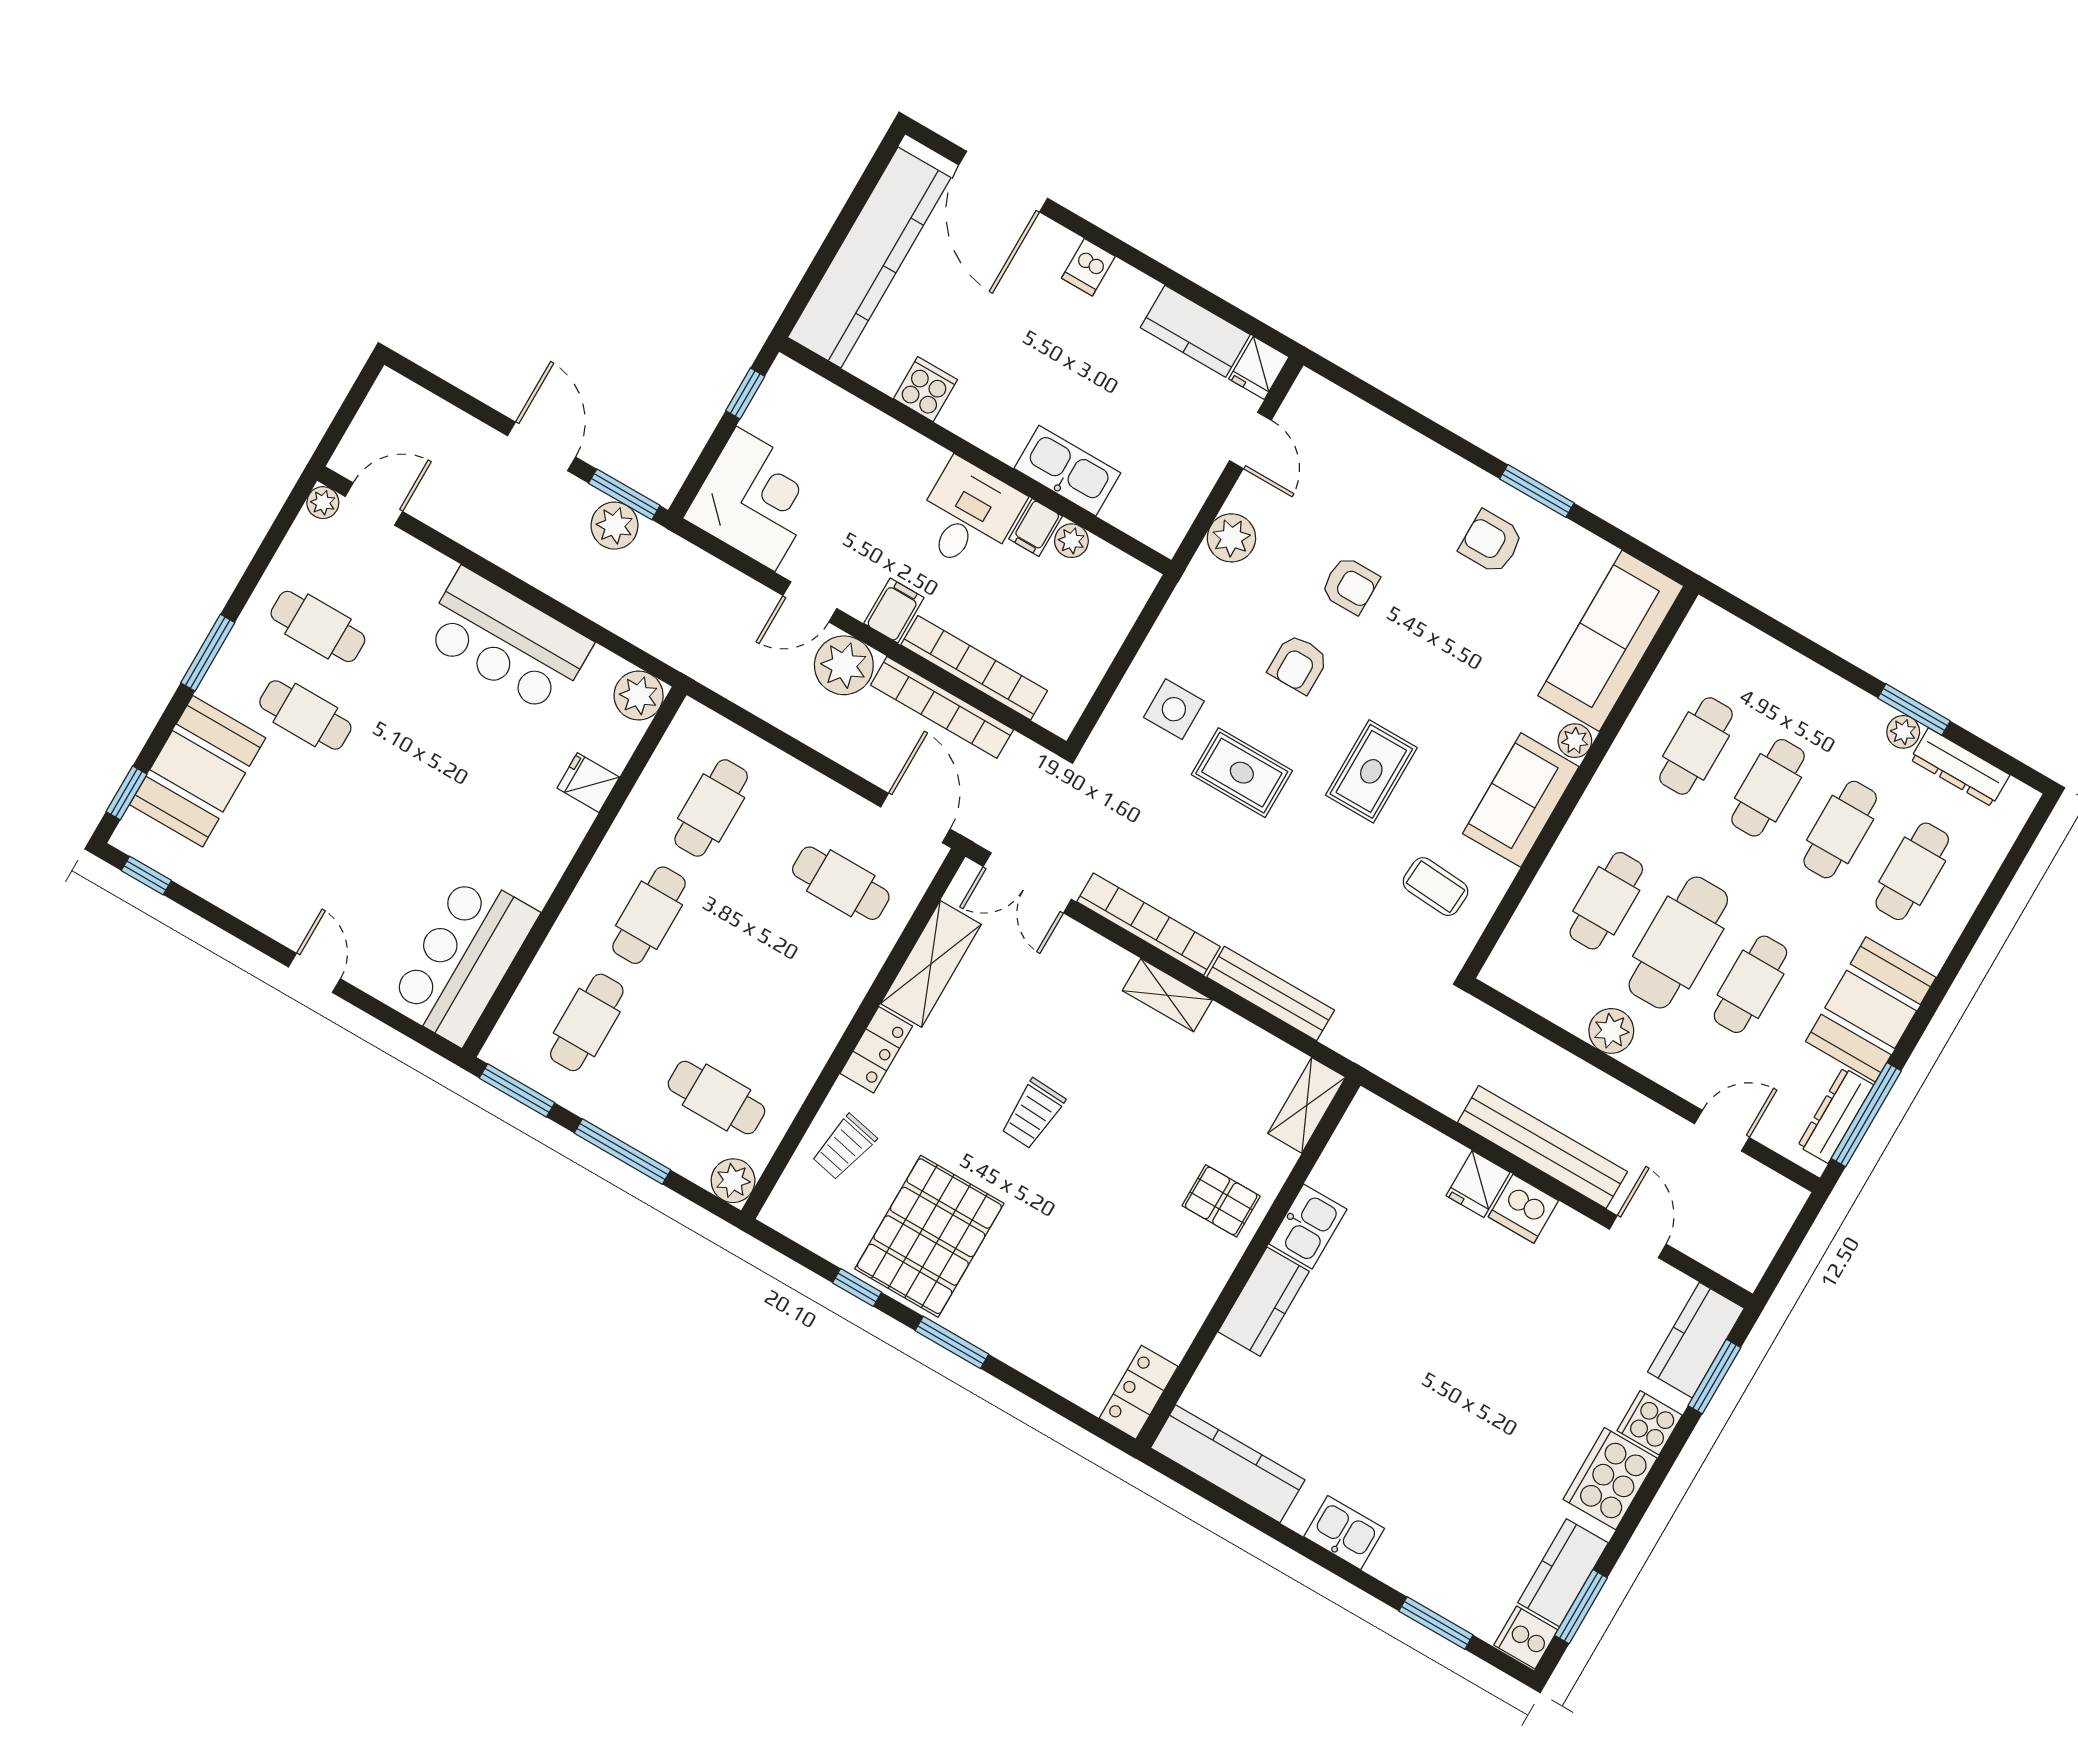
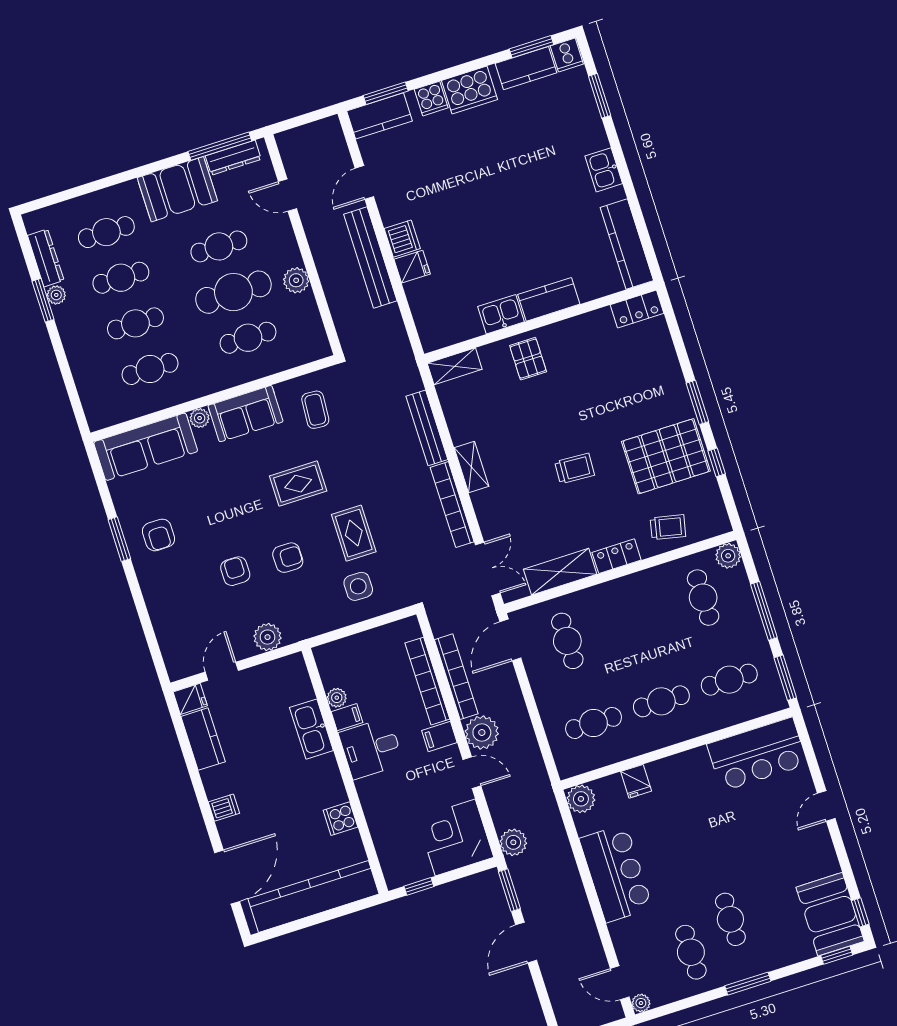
plant: (615, 526) -> (513, 842), moved
booth: (198, 771) -> (830, 914), moved, turned 90

